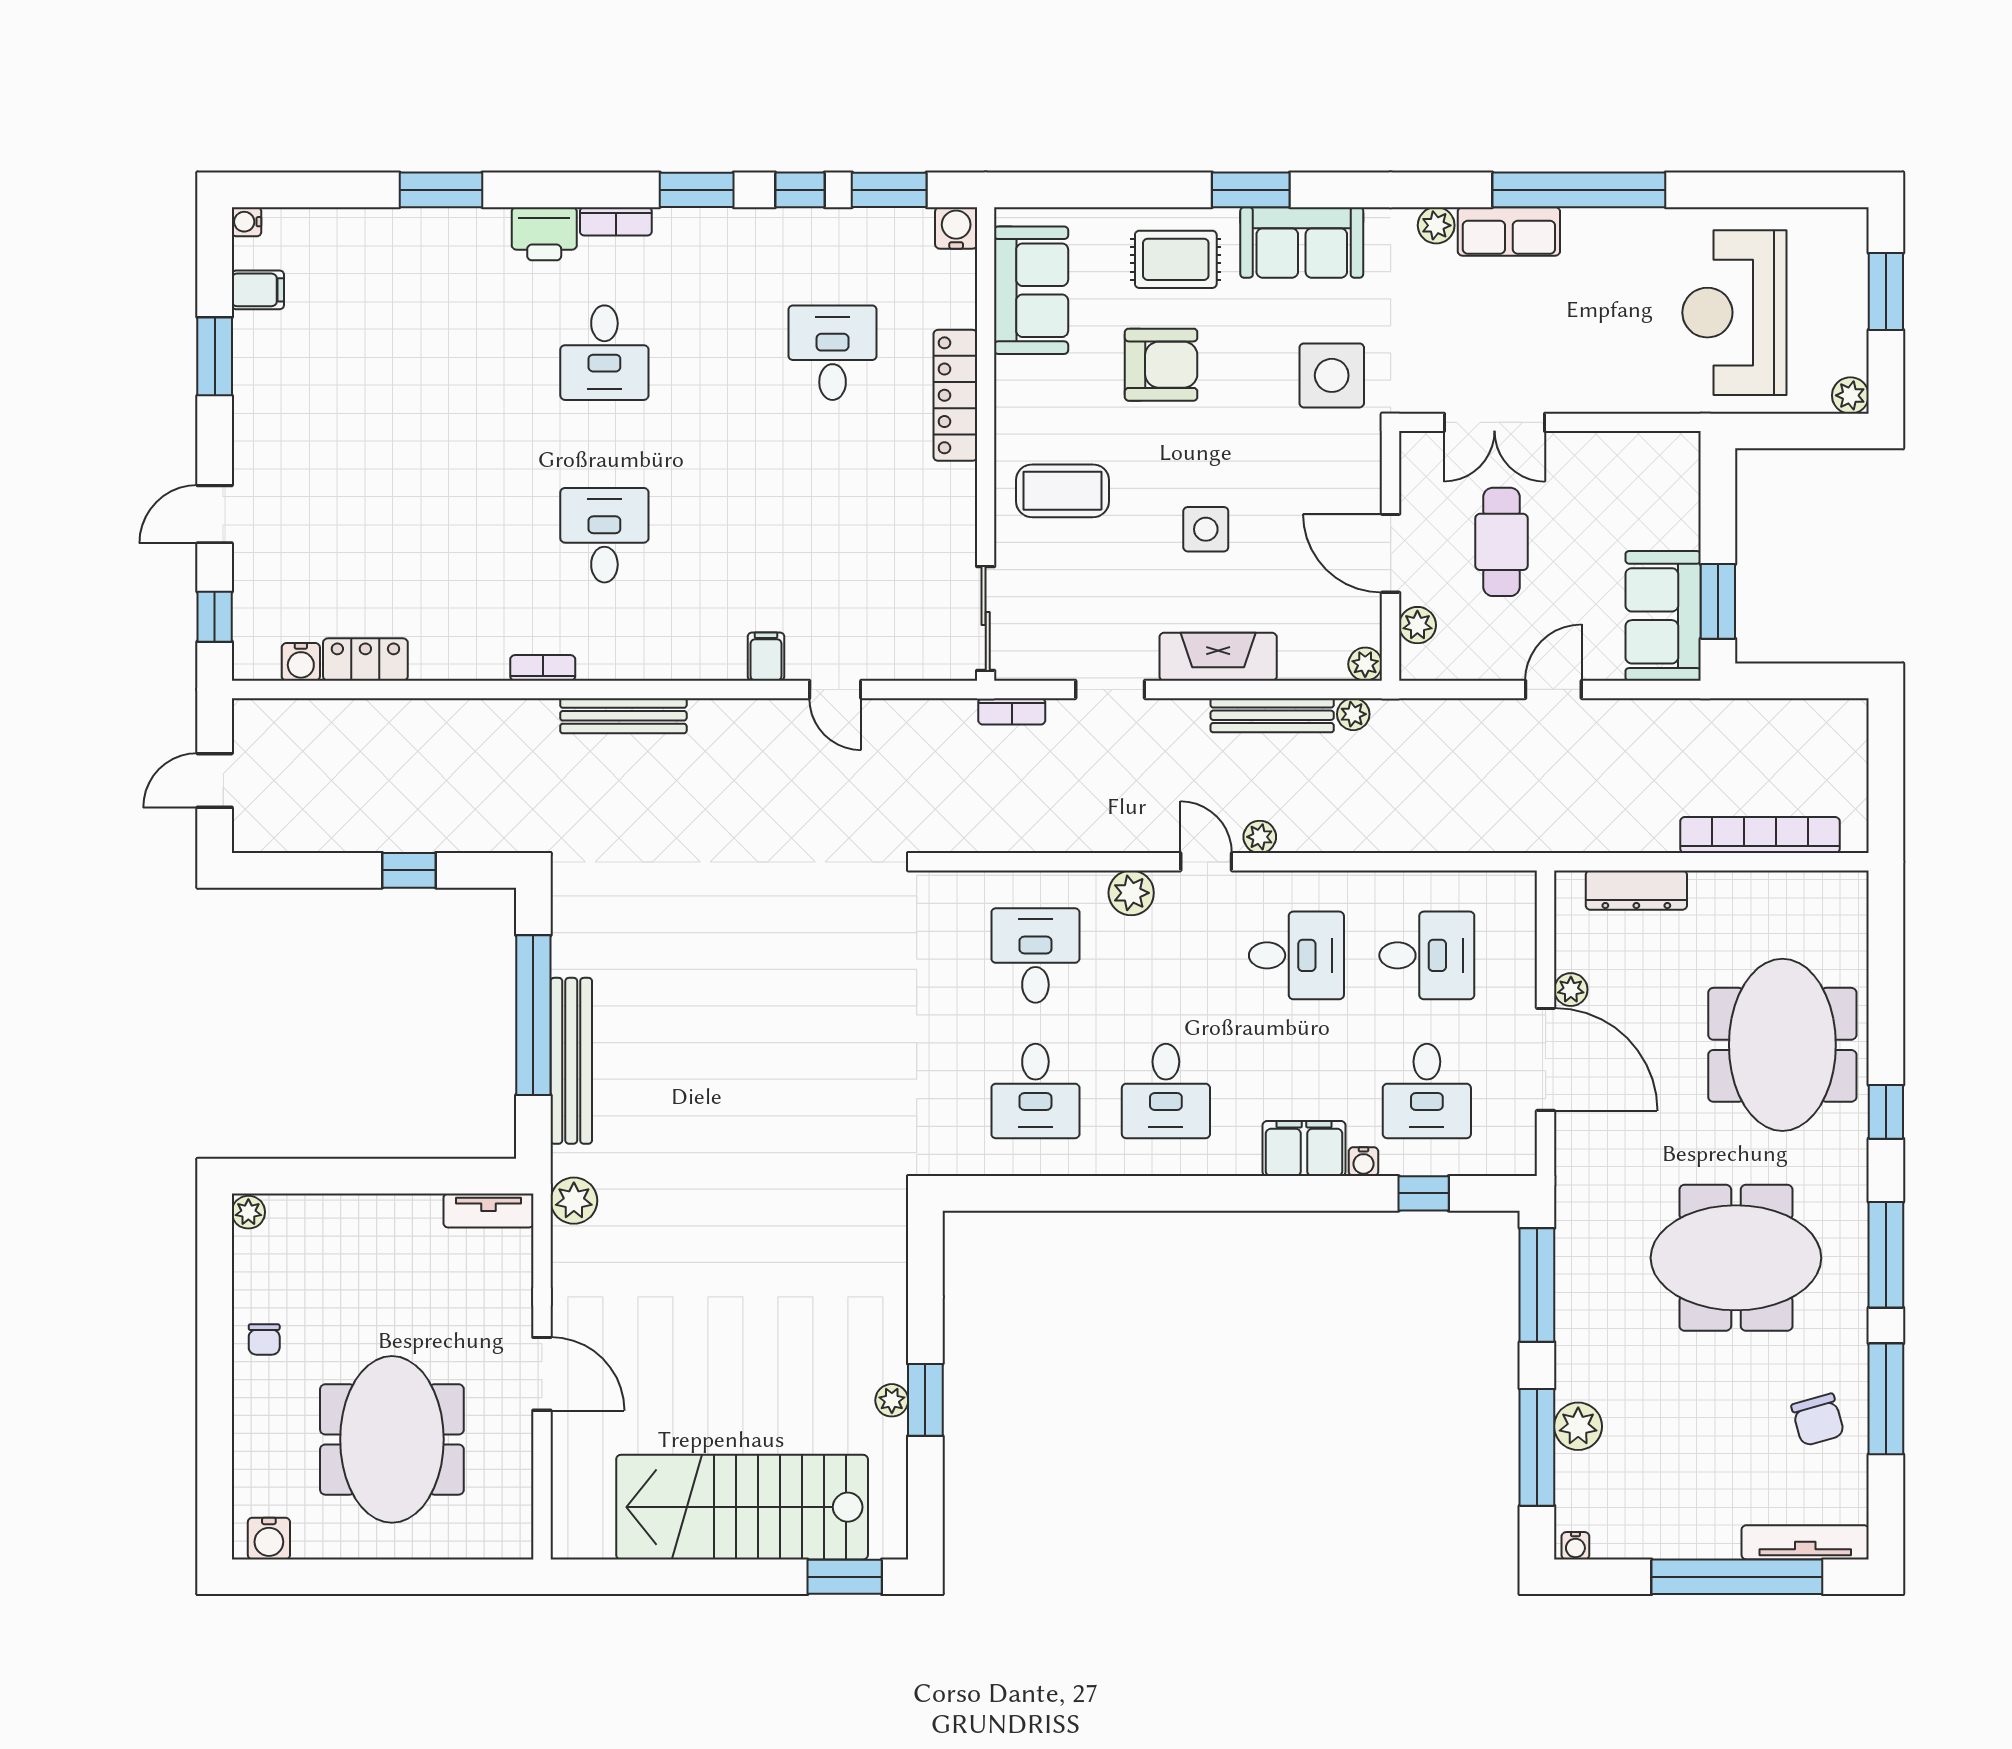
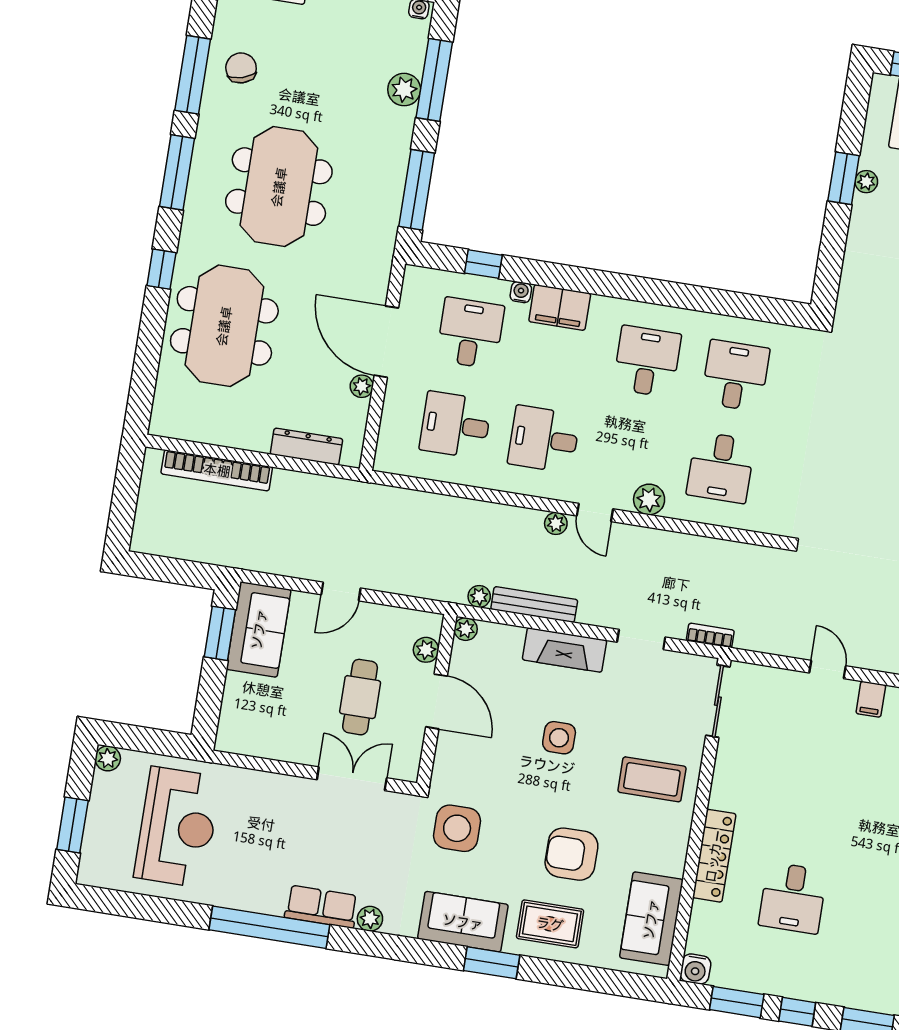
meeting table: (1736, 1258) -> (279, 187), turned 90

